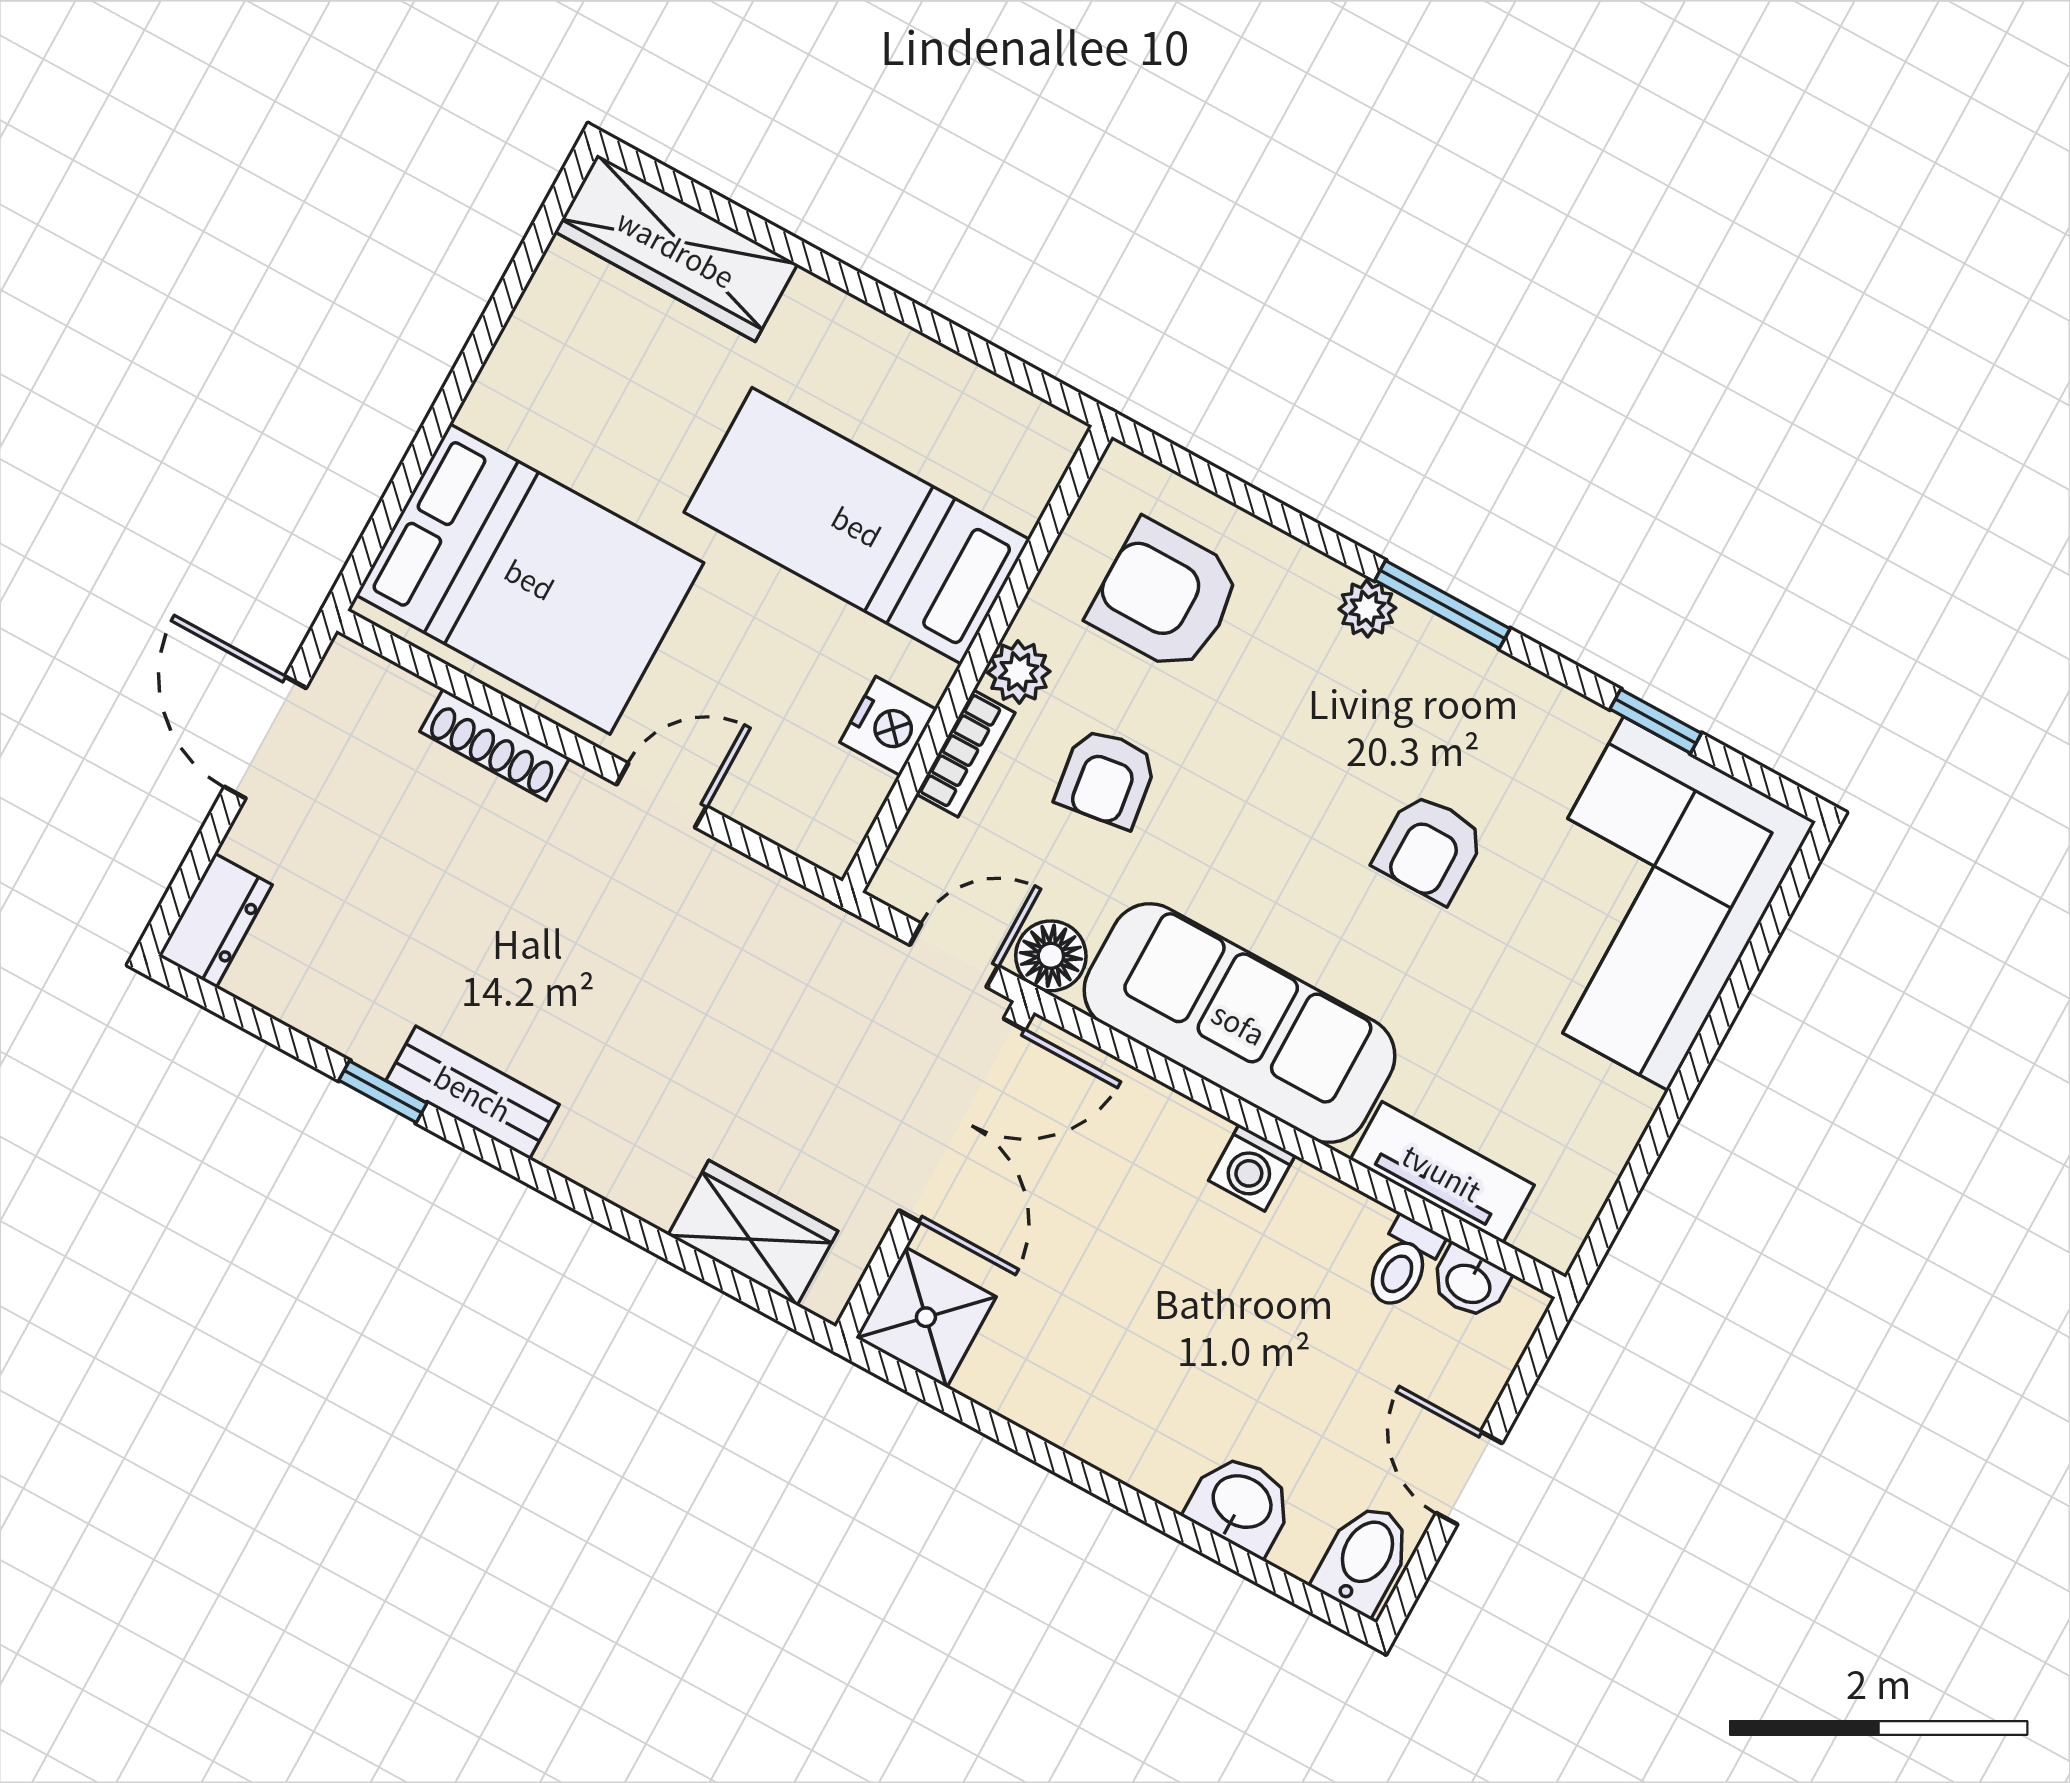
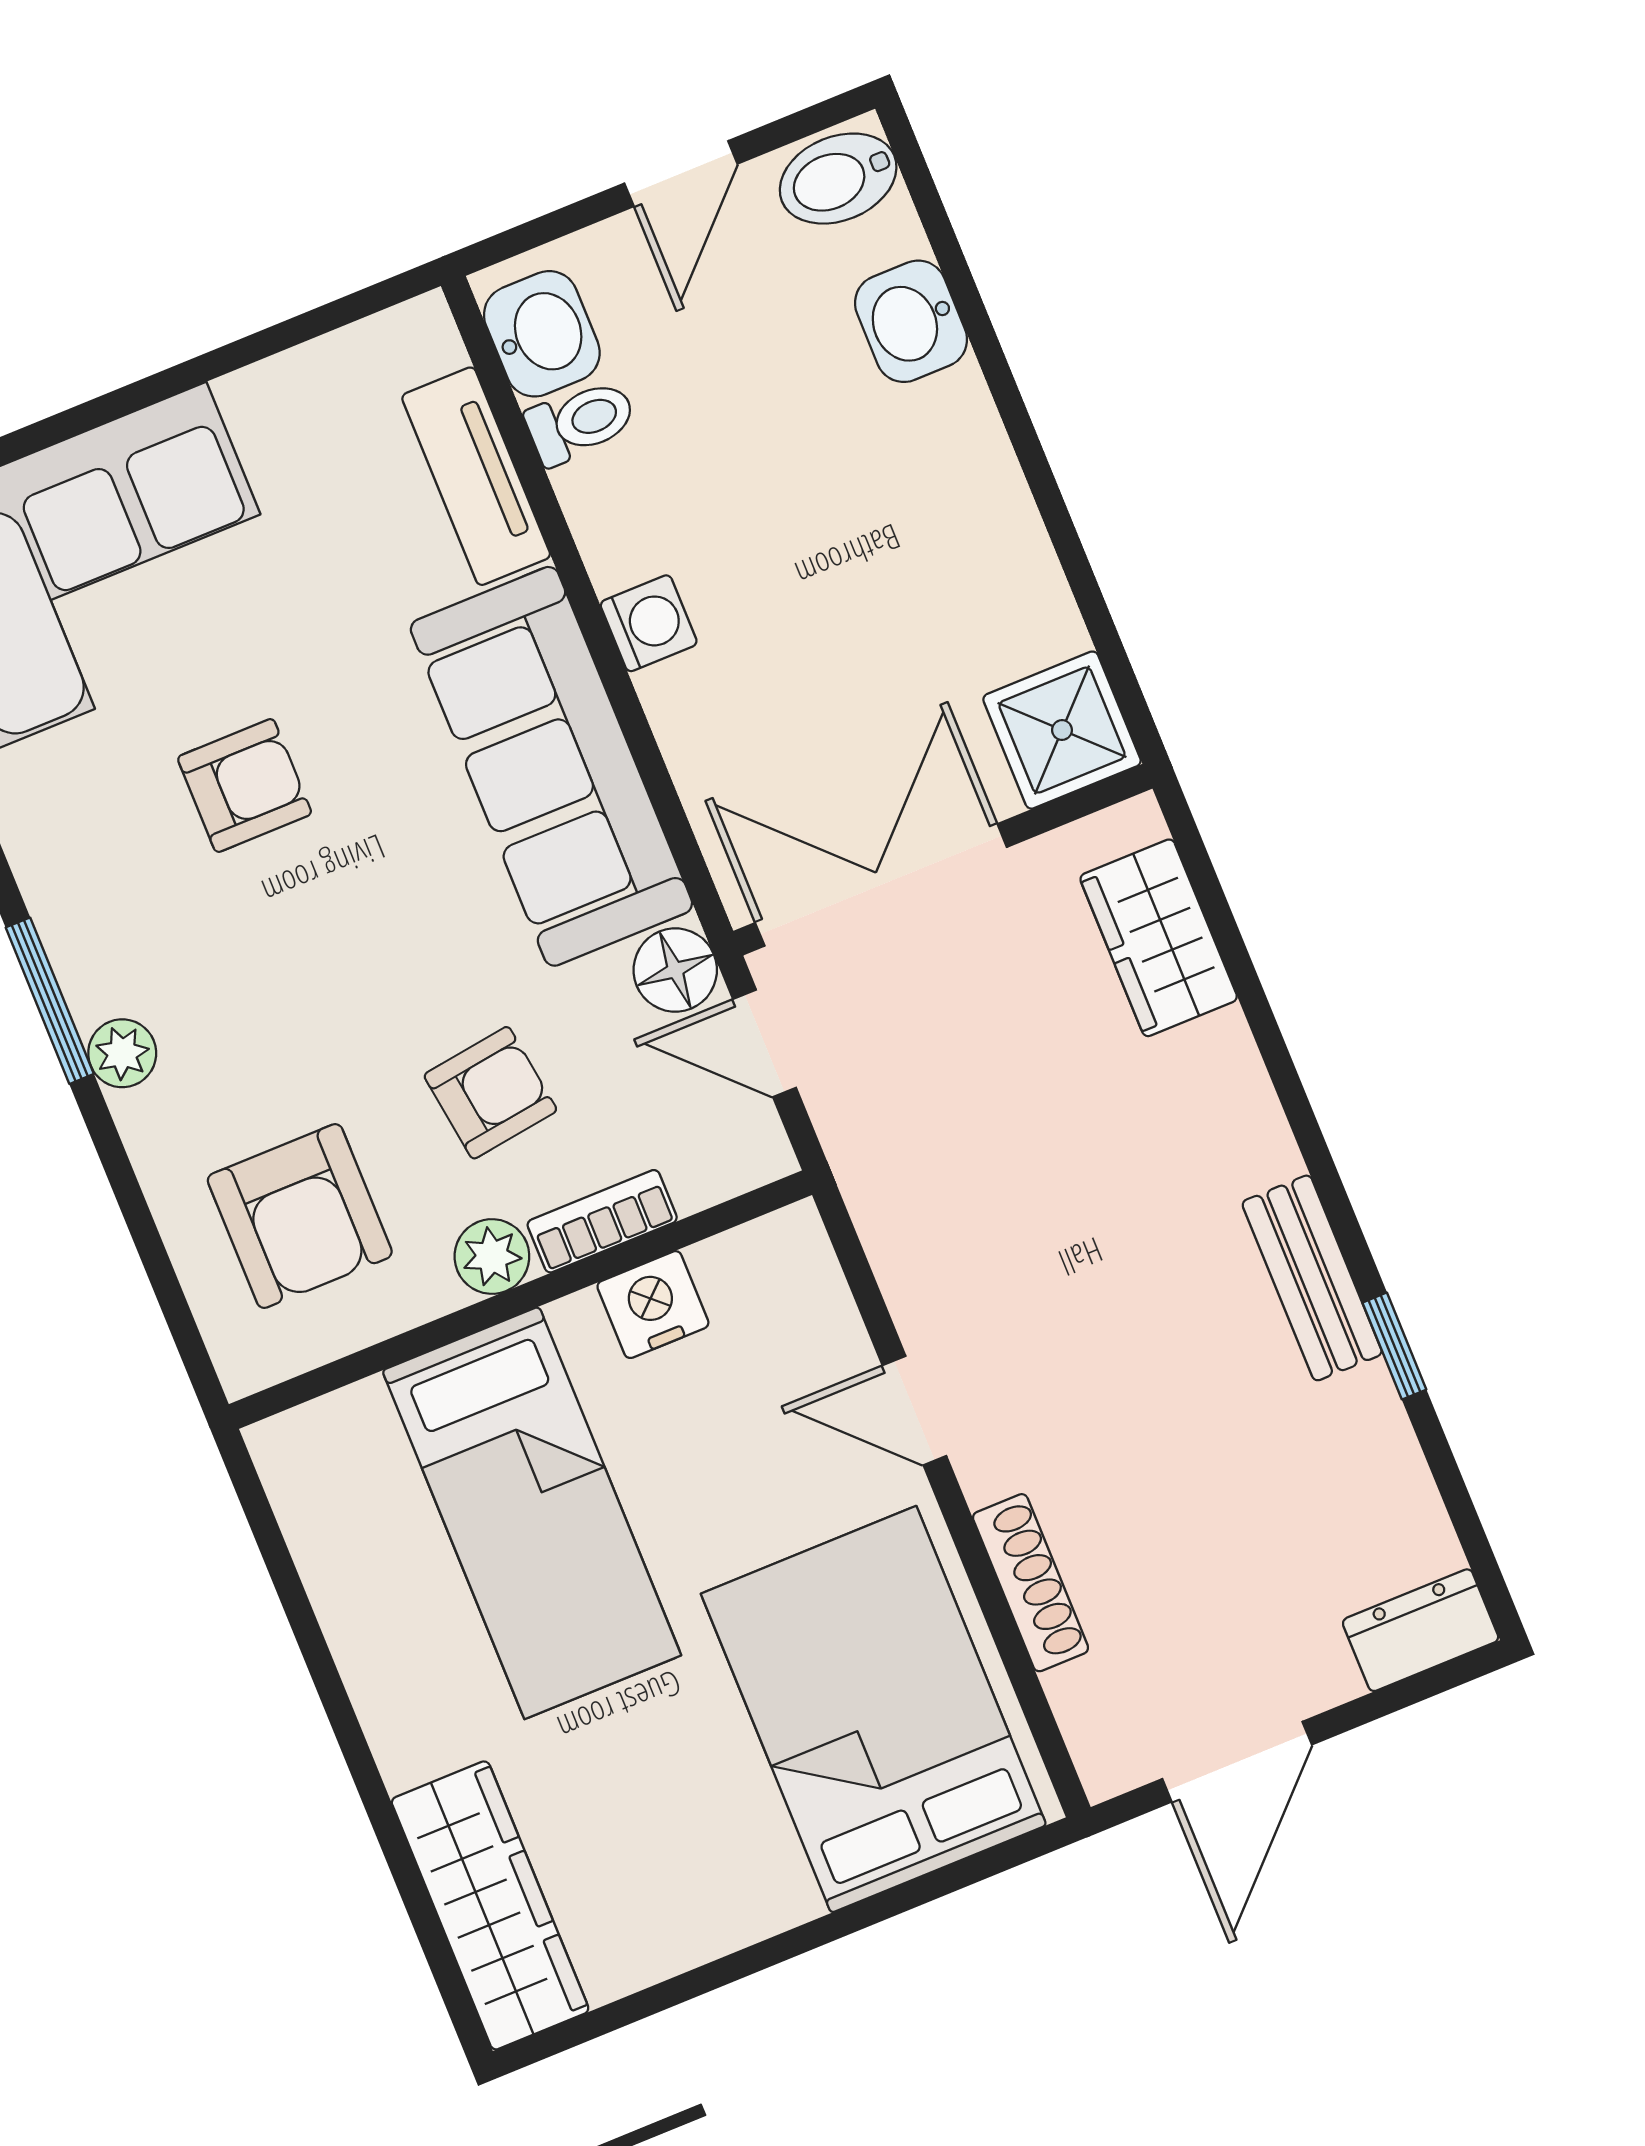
washbasin: (1469, 1282) -> (542, 334), width x1.38, depth x1.45

